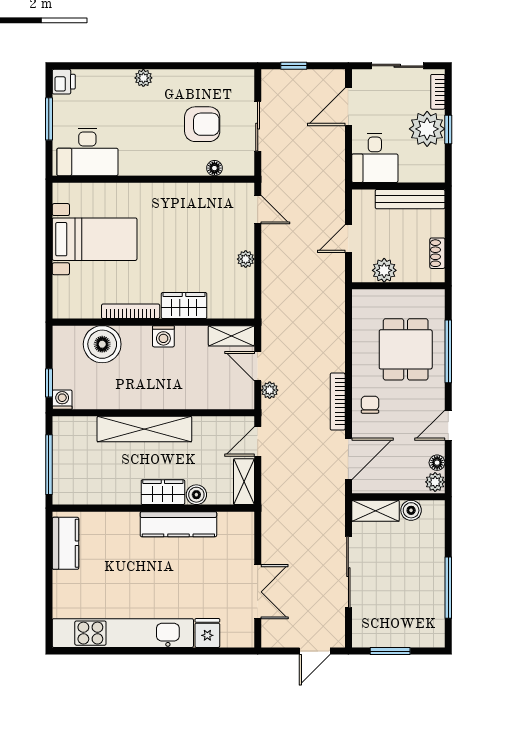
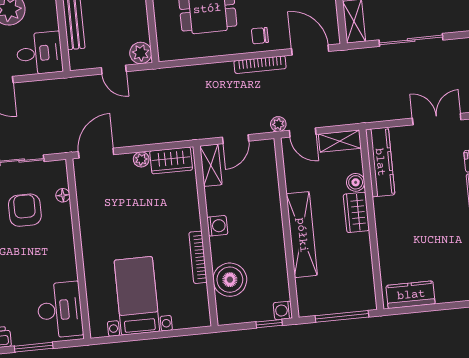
door: (258, 210) -> (96, 153), width x1.38
plant: (384, 270) -> (141, 53), moved
wardrobe: (184, 306) -> (171, 160), moved, turned -90
plant: (270, 390) -> (278, 124), moved
kitchen counter: (178, 524) -> (380, 162), moved

